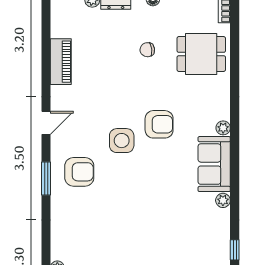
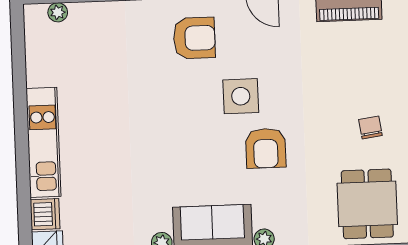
armchair: (79, 172) -> (194, 38), turned -90

